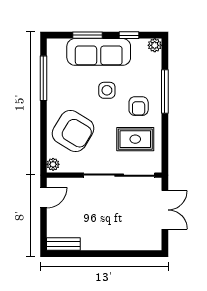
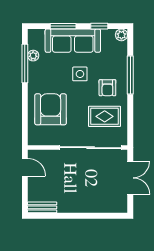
armchair: (73, 131) -> (51, 109), turned -121
plant: (53, 164) -> (33, 56), moved
door: (43, 198) -> (25, 167), hinge flipped

